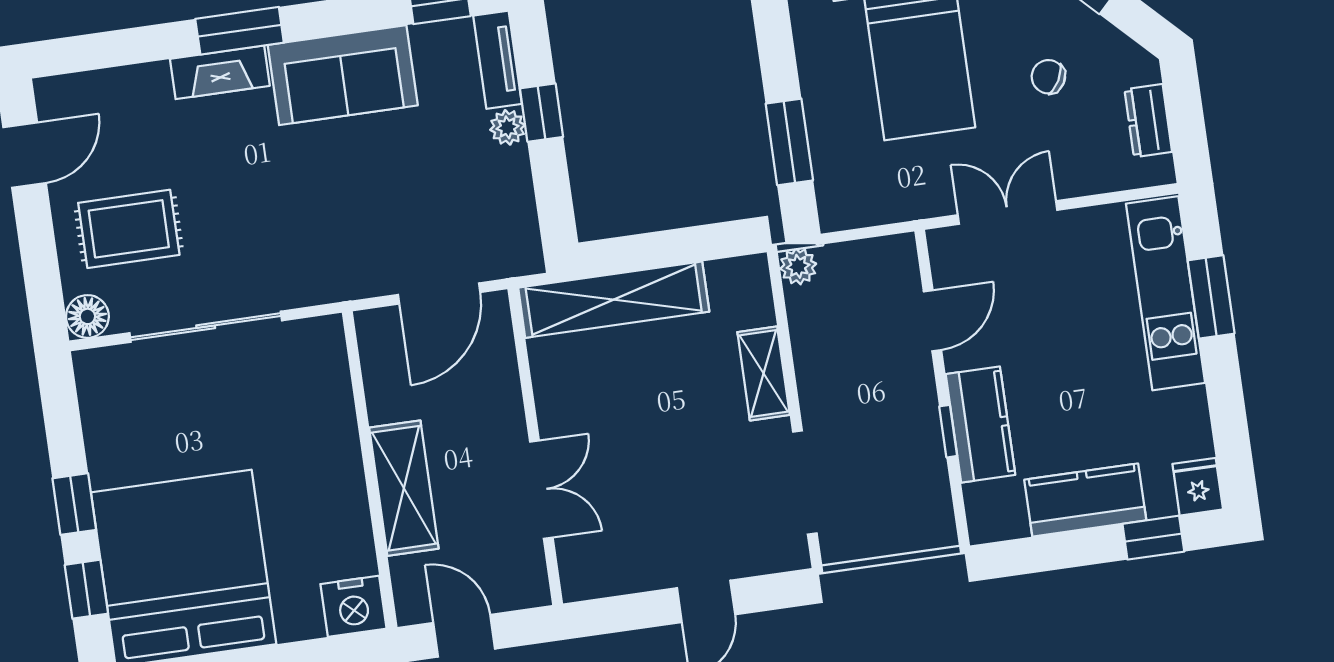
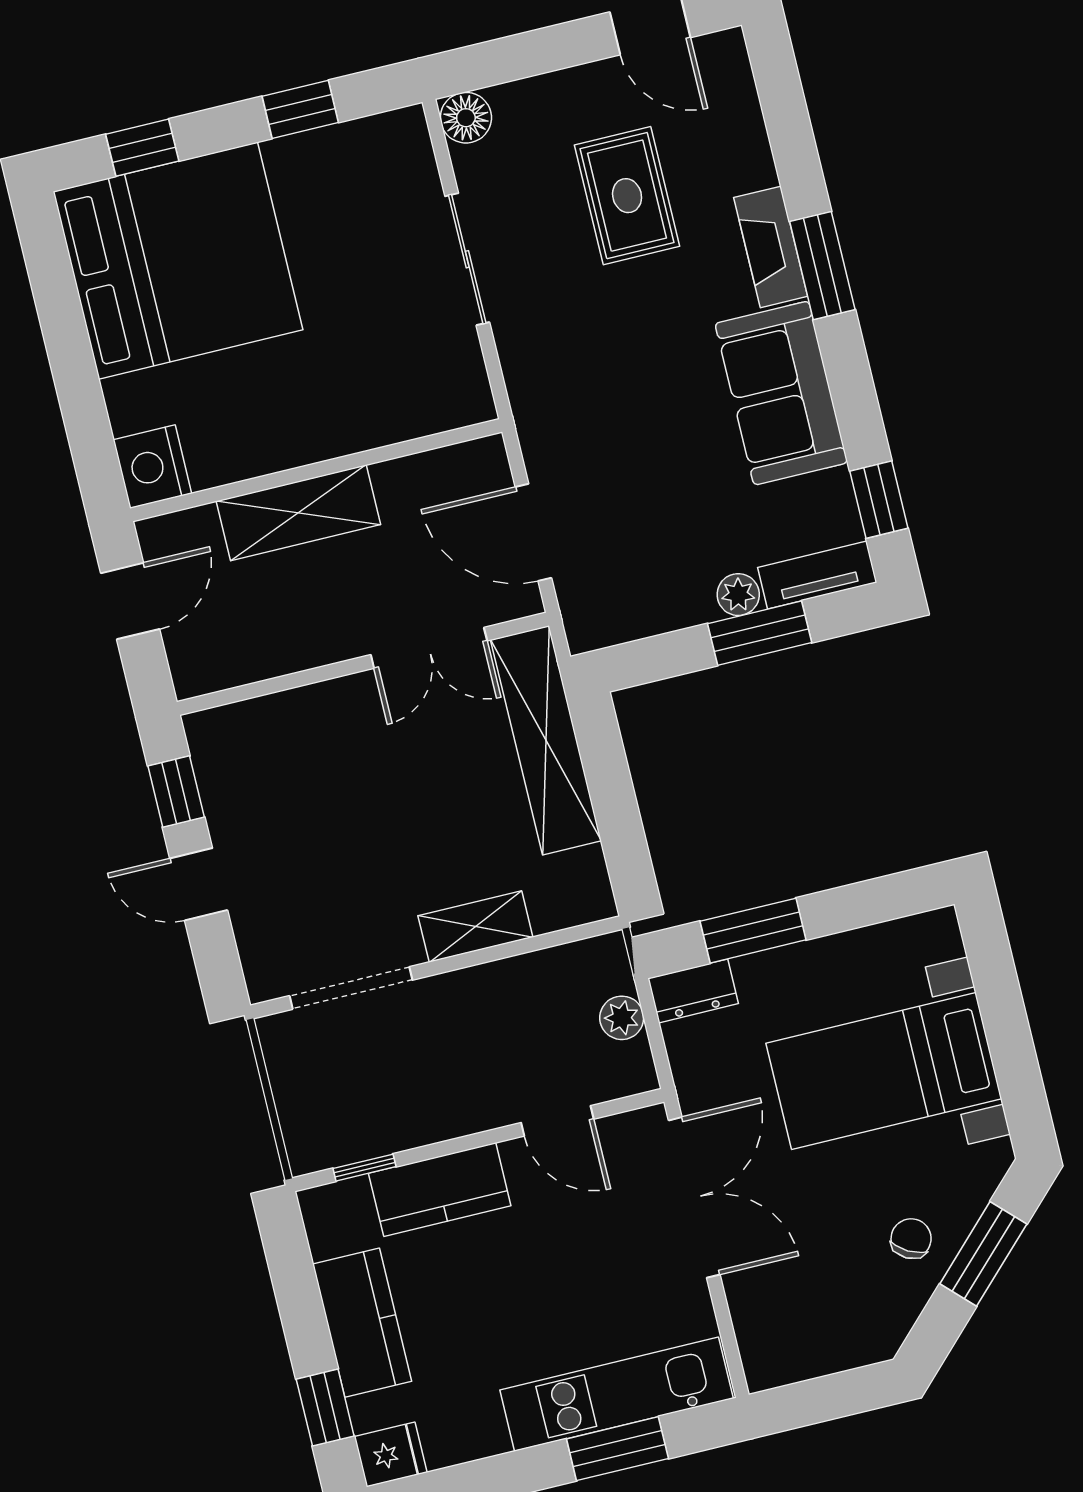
chair: (1048, 77) -> (911, 1239), moved
window: (541, 113) -> (760, 633), width x1.50
dresser: (1148, 121) -> (693, 991), moved, turned 180
double door: (1007, 213) -> (694, 1197), width x1.37
rug: (129, 229) -> (627, 196), moved
plant: (798, 266) -> (622, 1018), moved
sliding door: (206, 327) -> (467, 259), width x0.73
window: (948, 431) -> (364, 1168), moved
double door: (541, 490) -> (429, 648), moved
window: (74, 504) -> (300, 109), moved
window: (627, 613) -> (176, 792), added

